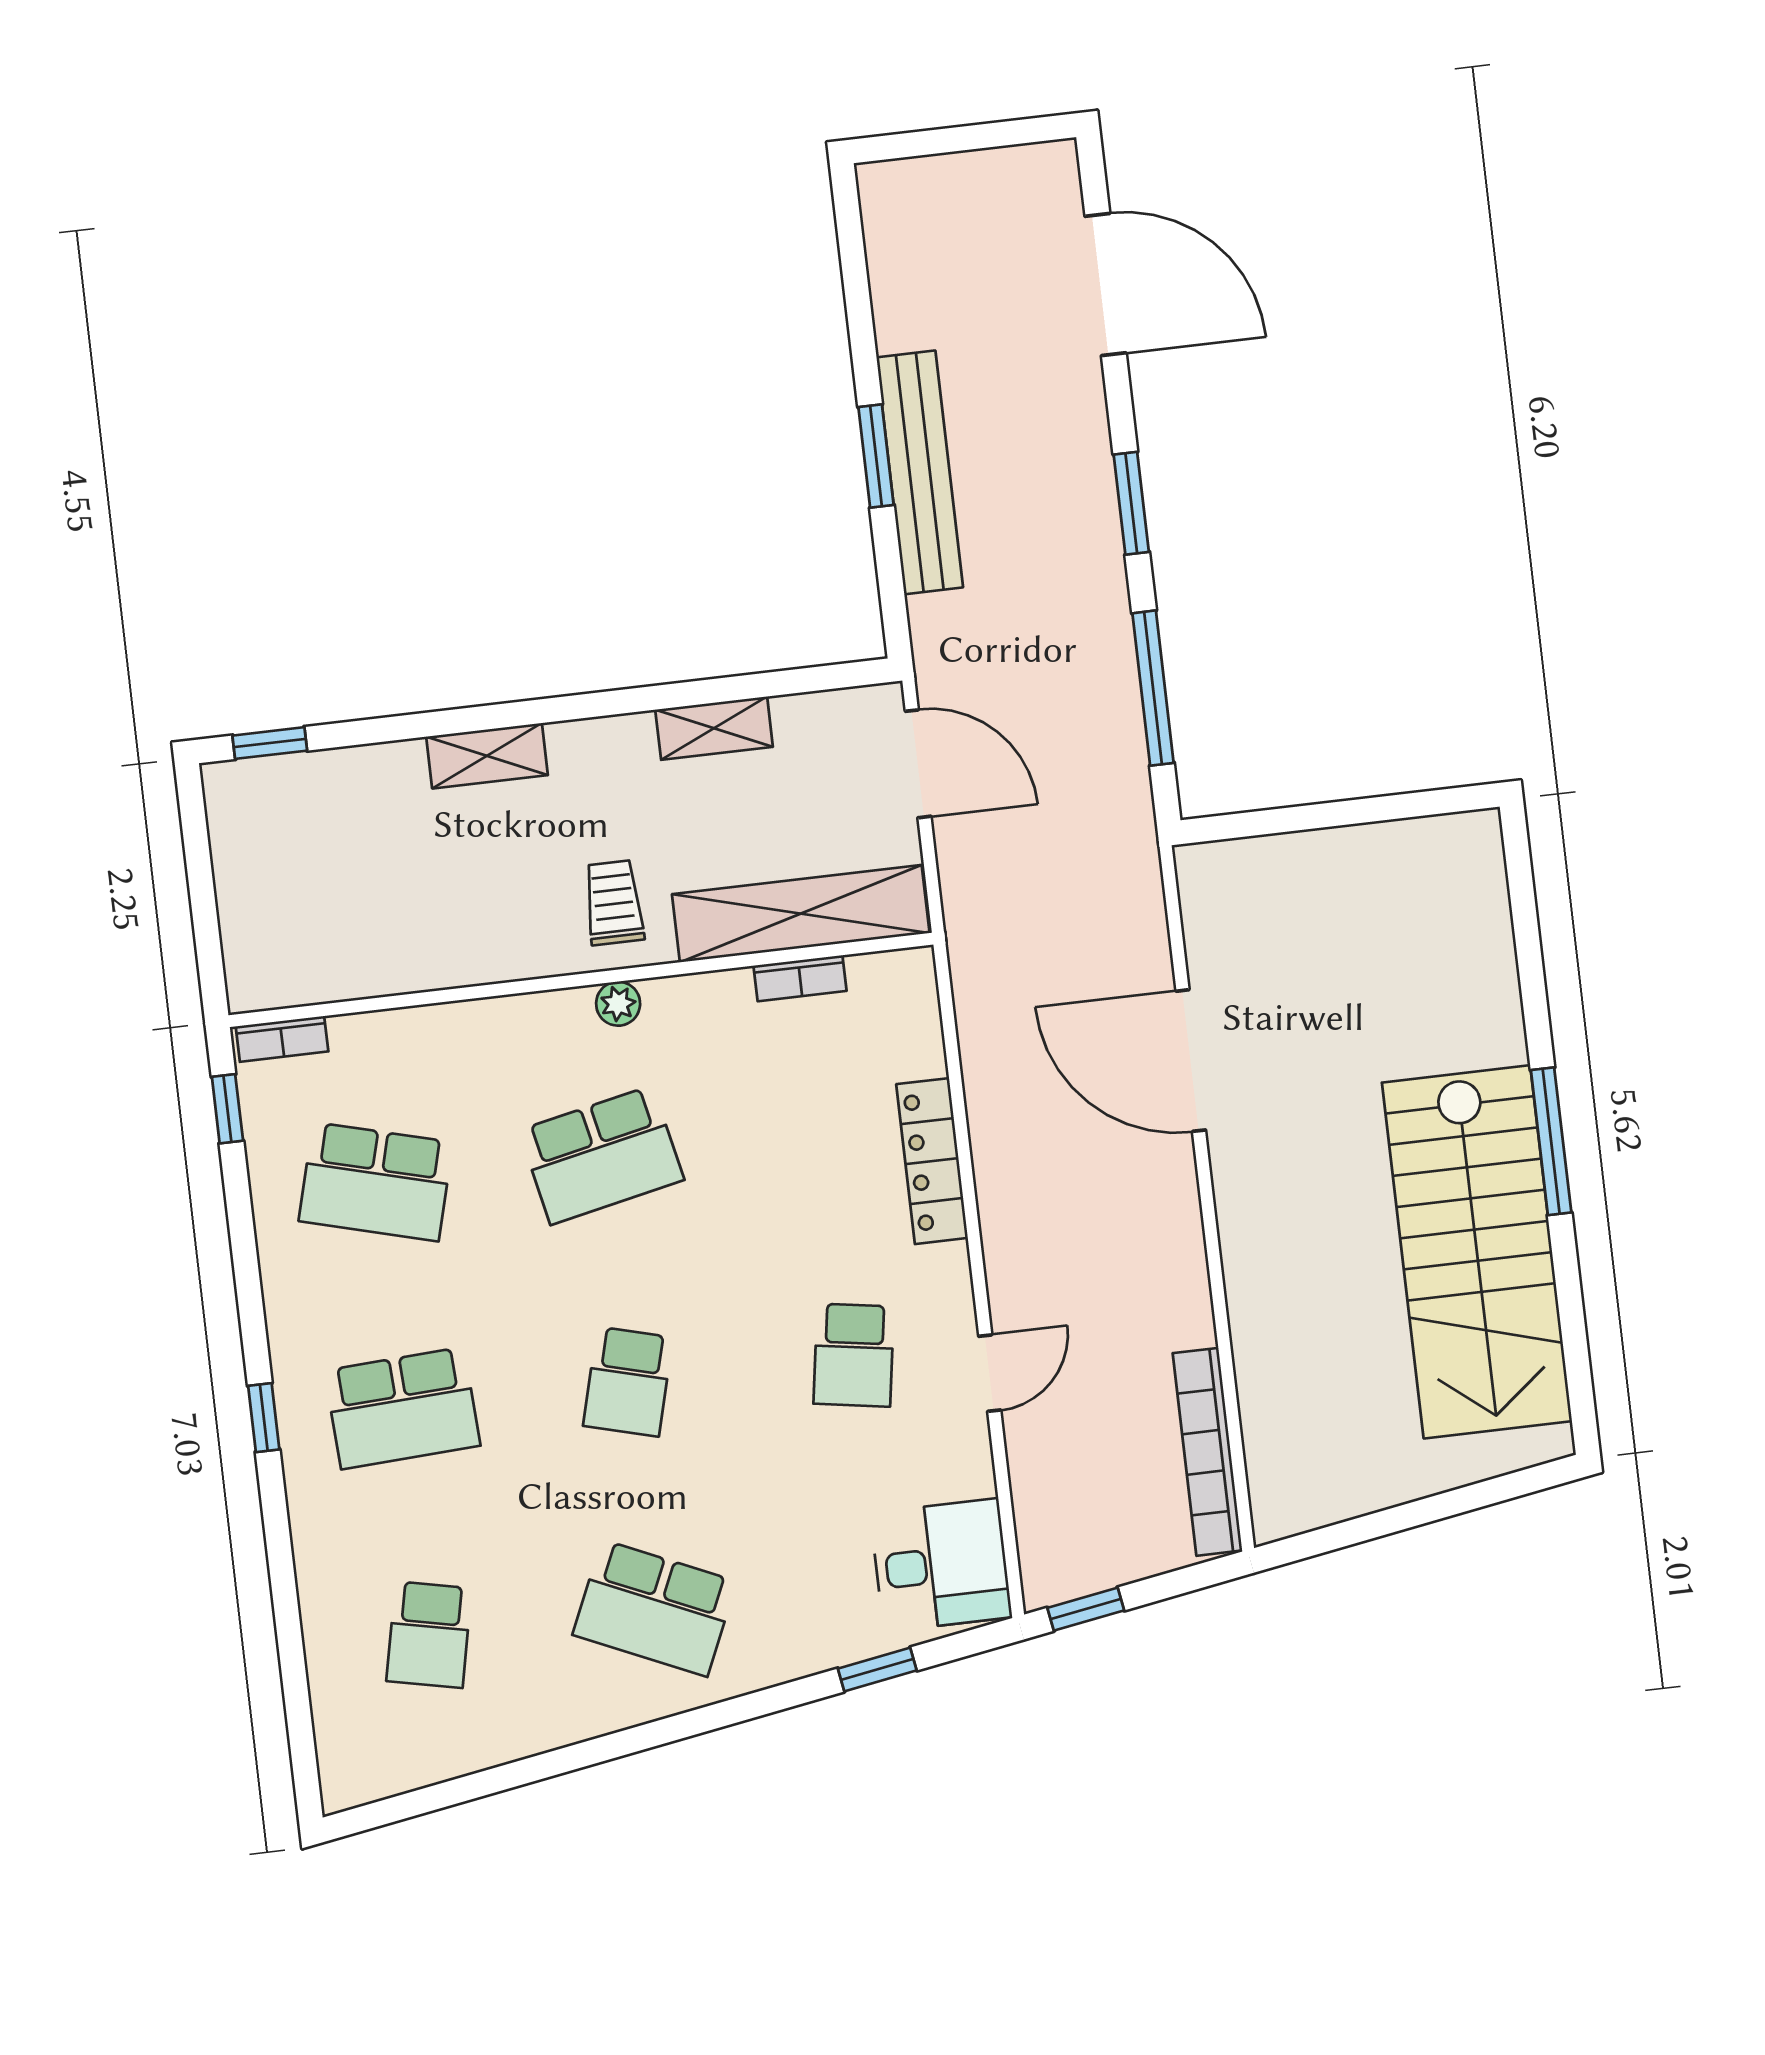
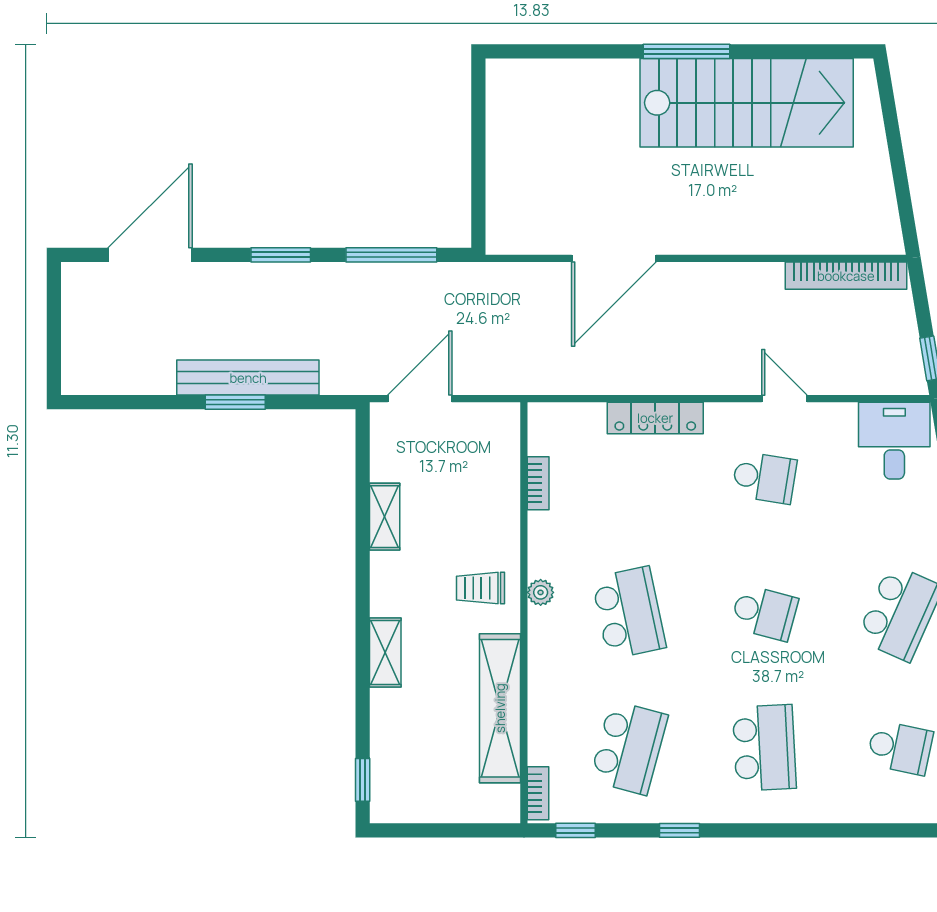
shelving: (801, 914) -> (500, 708), moved
window: (264, 1418) -> (680, 830), moved

